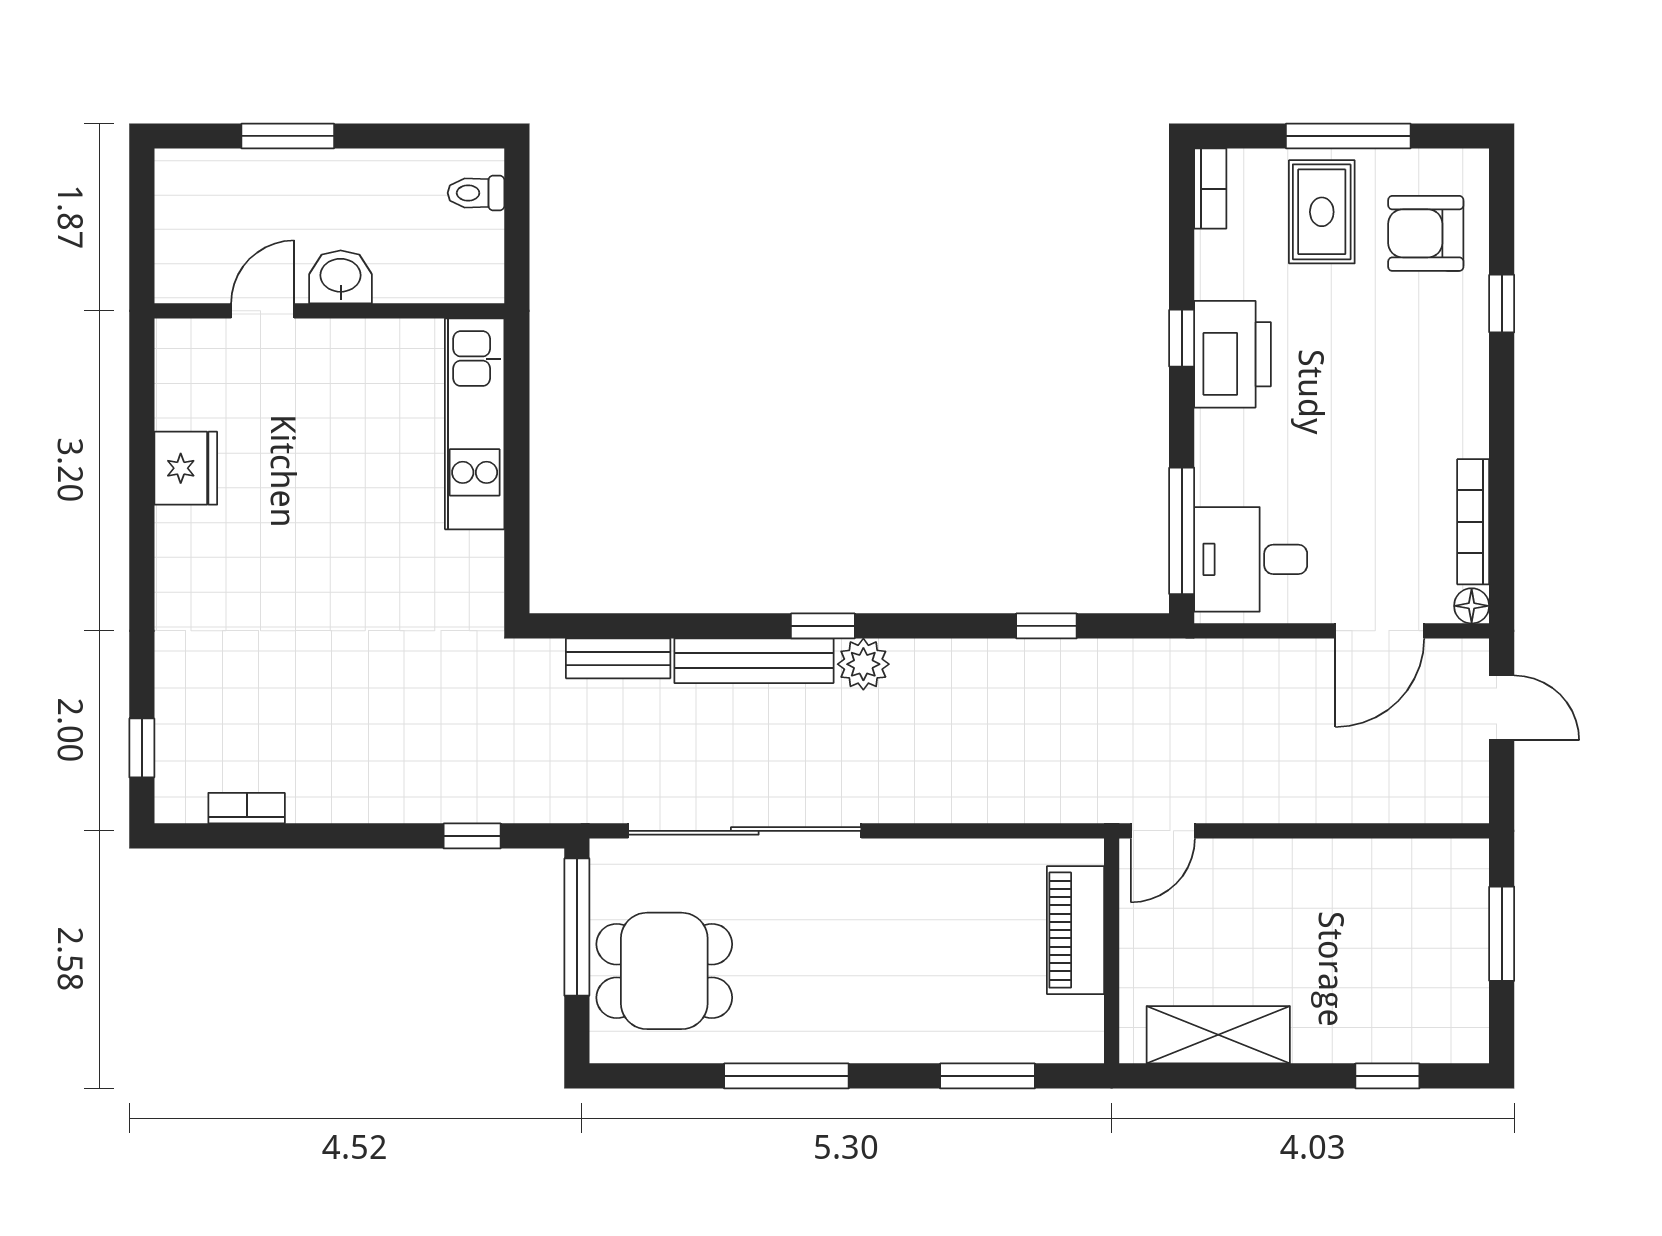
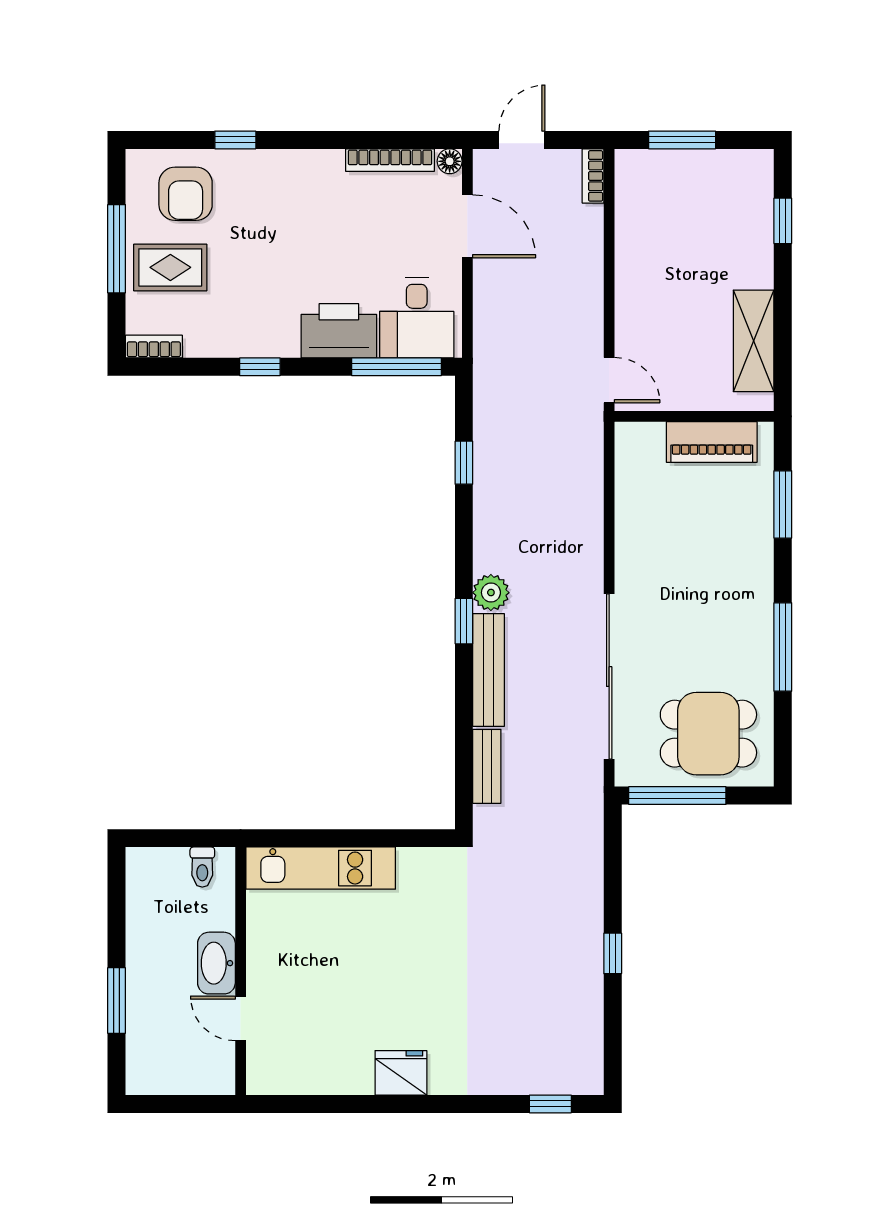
toilet: (476, 193) -> (202, 867), moved
washbasin: (341, 277) -> (216, 963), width x1.38
printer: (1233, 354) -> (339, 331), moved
fridge: (186, 468) -> (401, 1073), moved
bookcase: (247, 808) -> (593, 176), moved
window: (472, 836) -> (613, 953), moved
piano: (1076, 930) -> (712, 442), moved
dining table: (664, 971) -> (708, 734), turned 90

